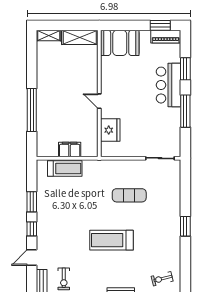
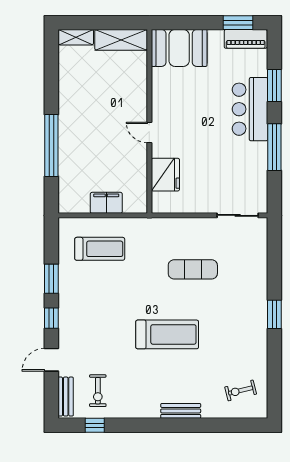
treadmill: (65, 169) -> (100, 249), moved
treadmill: (112, 240) -> (167, 334), turned 180

